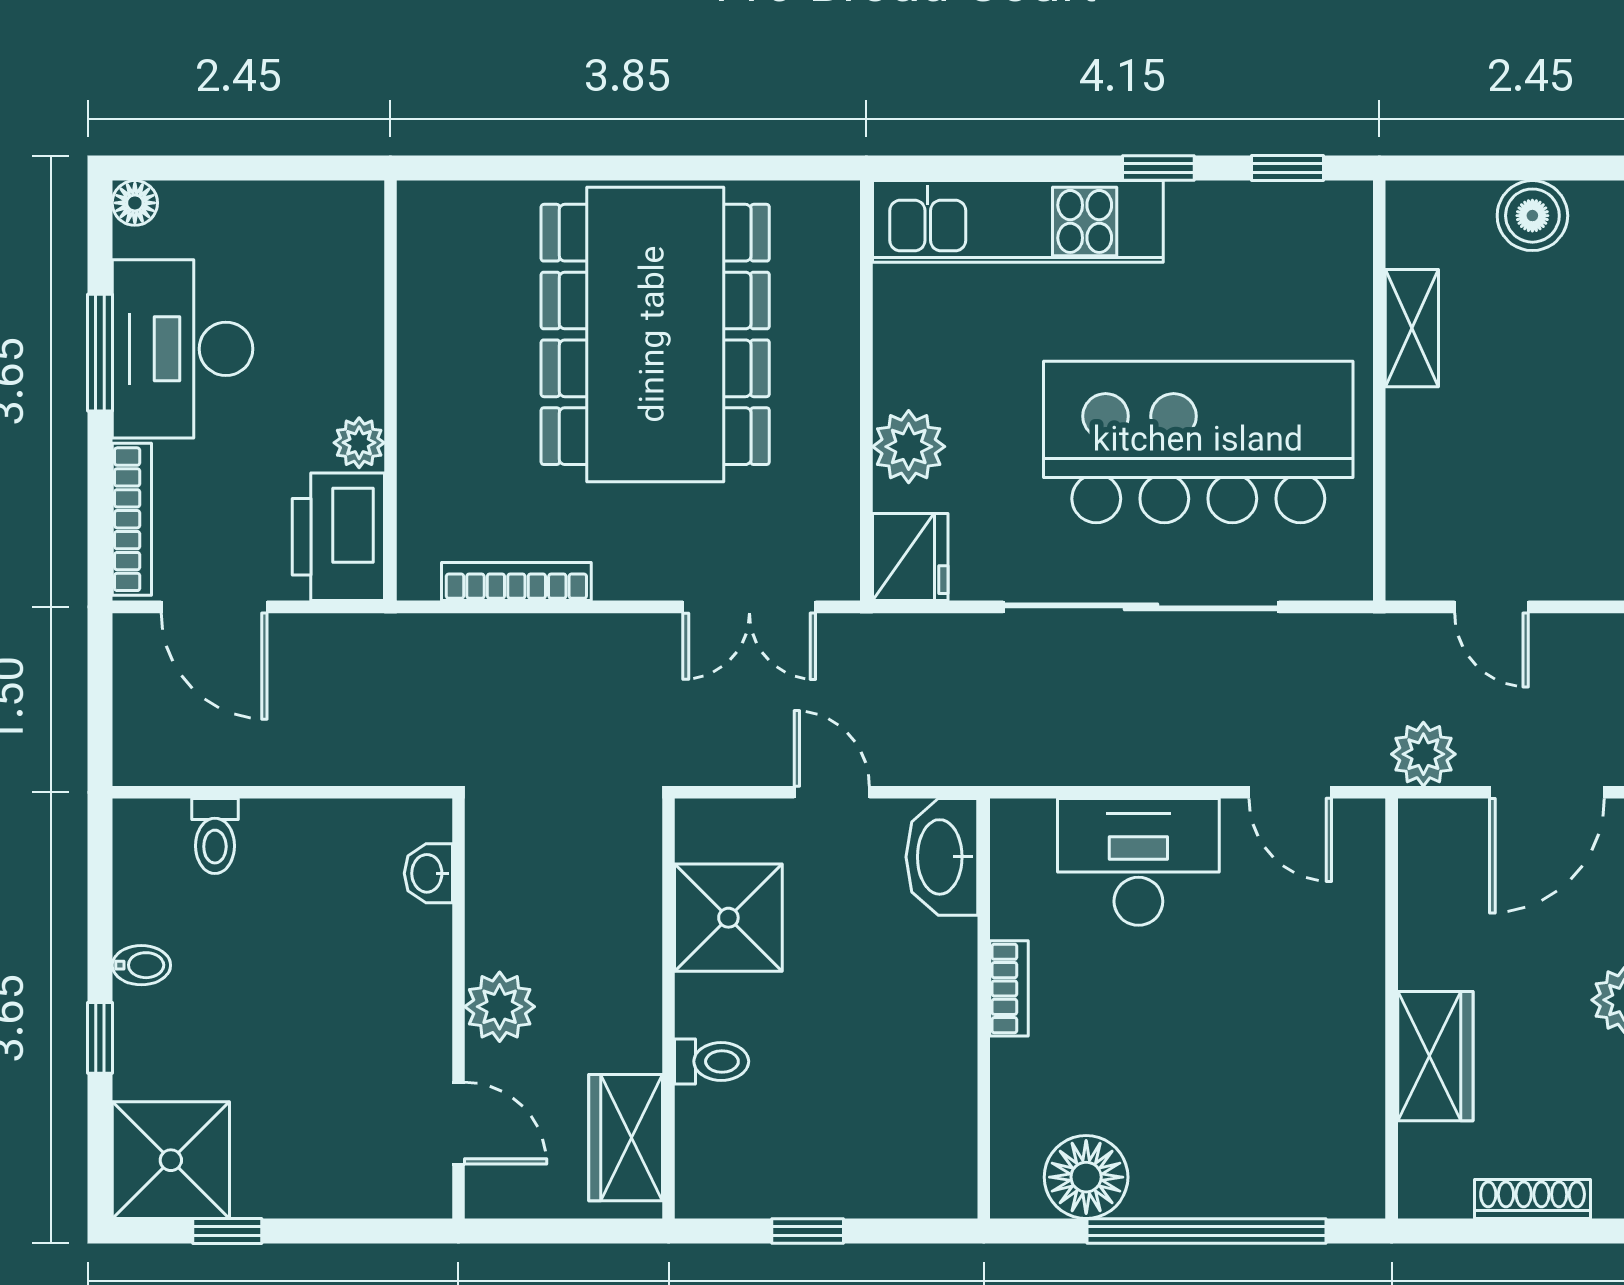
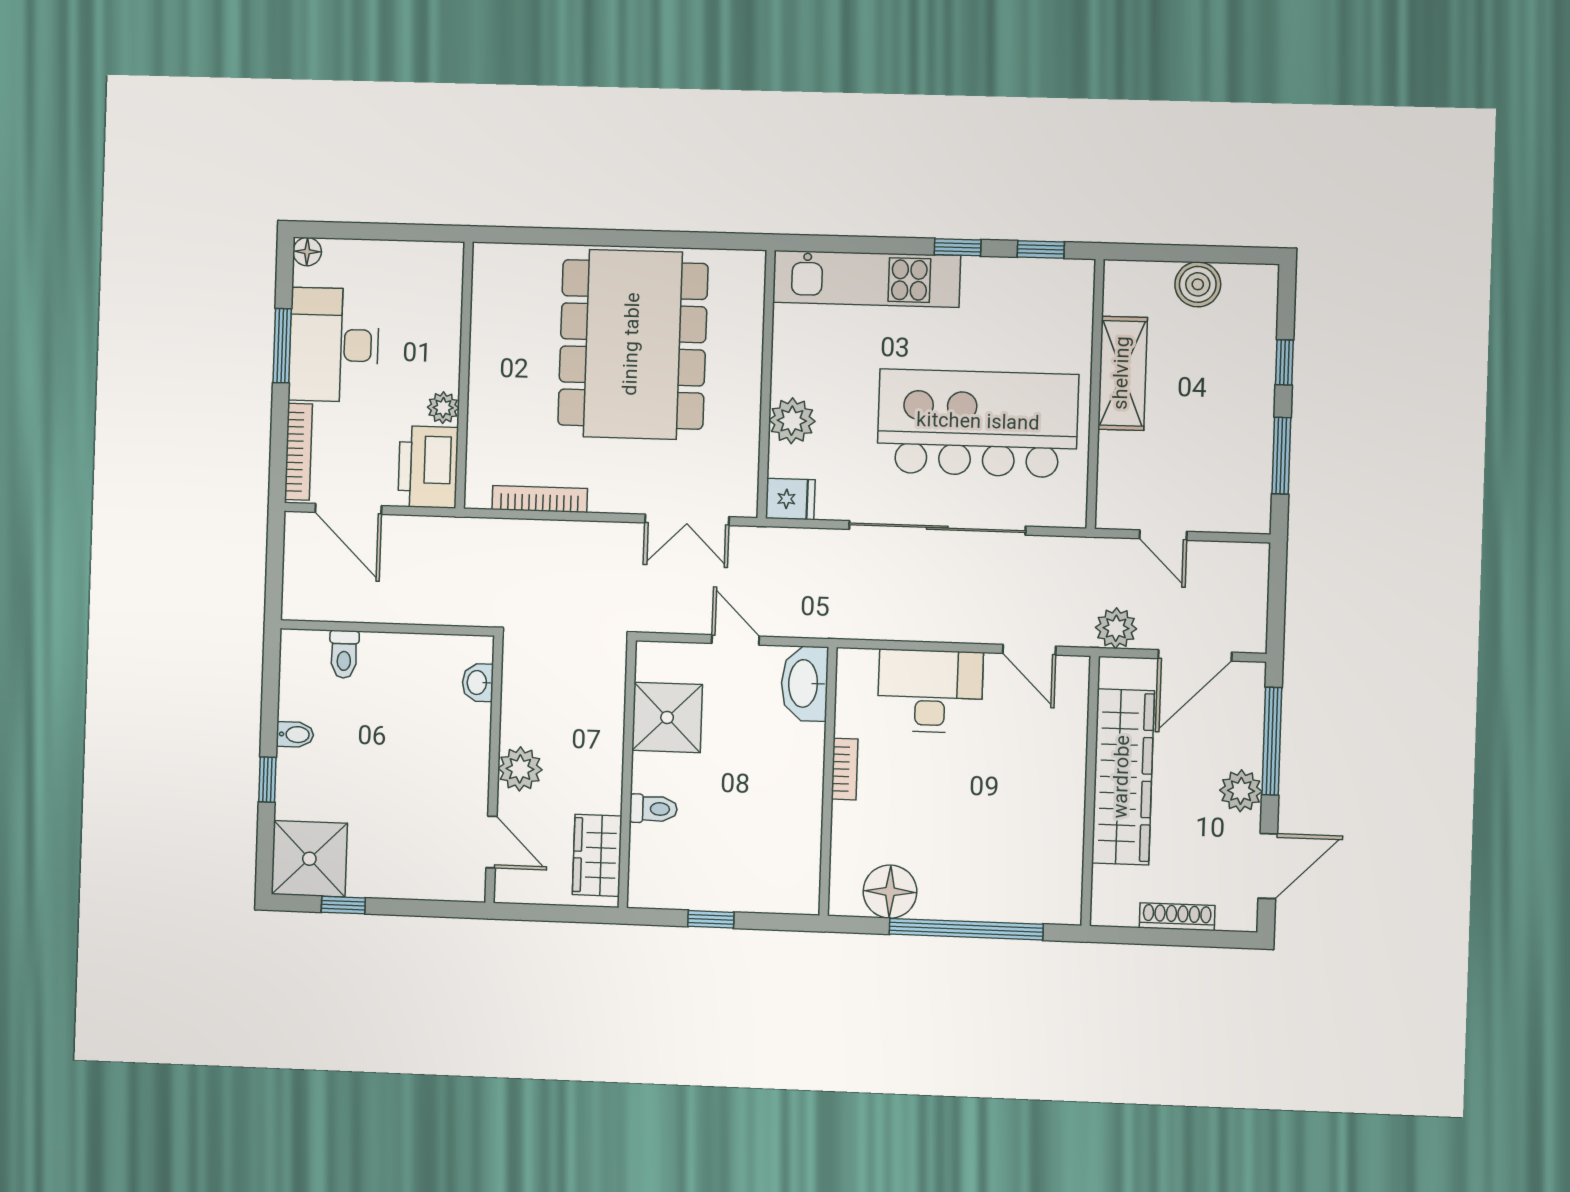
shelving: (1412, 328) -> (1123, 373), width x1.50, depth x1.33
fridge: (910, 557) -> (790, 499), width x0.72
wardrobe: (1435, 1056) -> (1123, 777), width x2.10, depth x1.17

